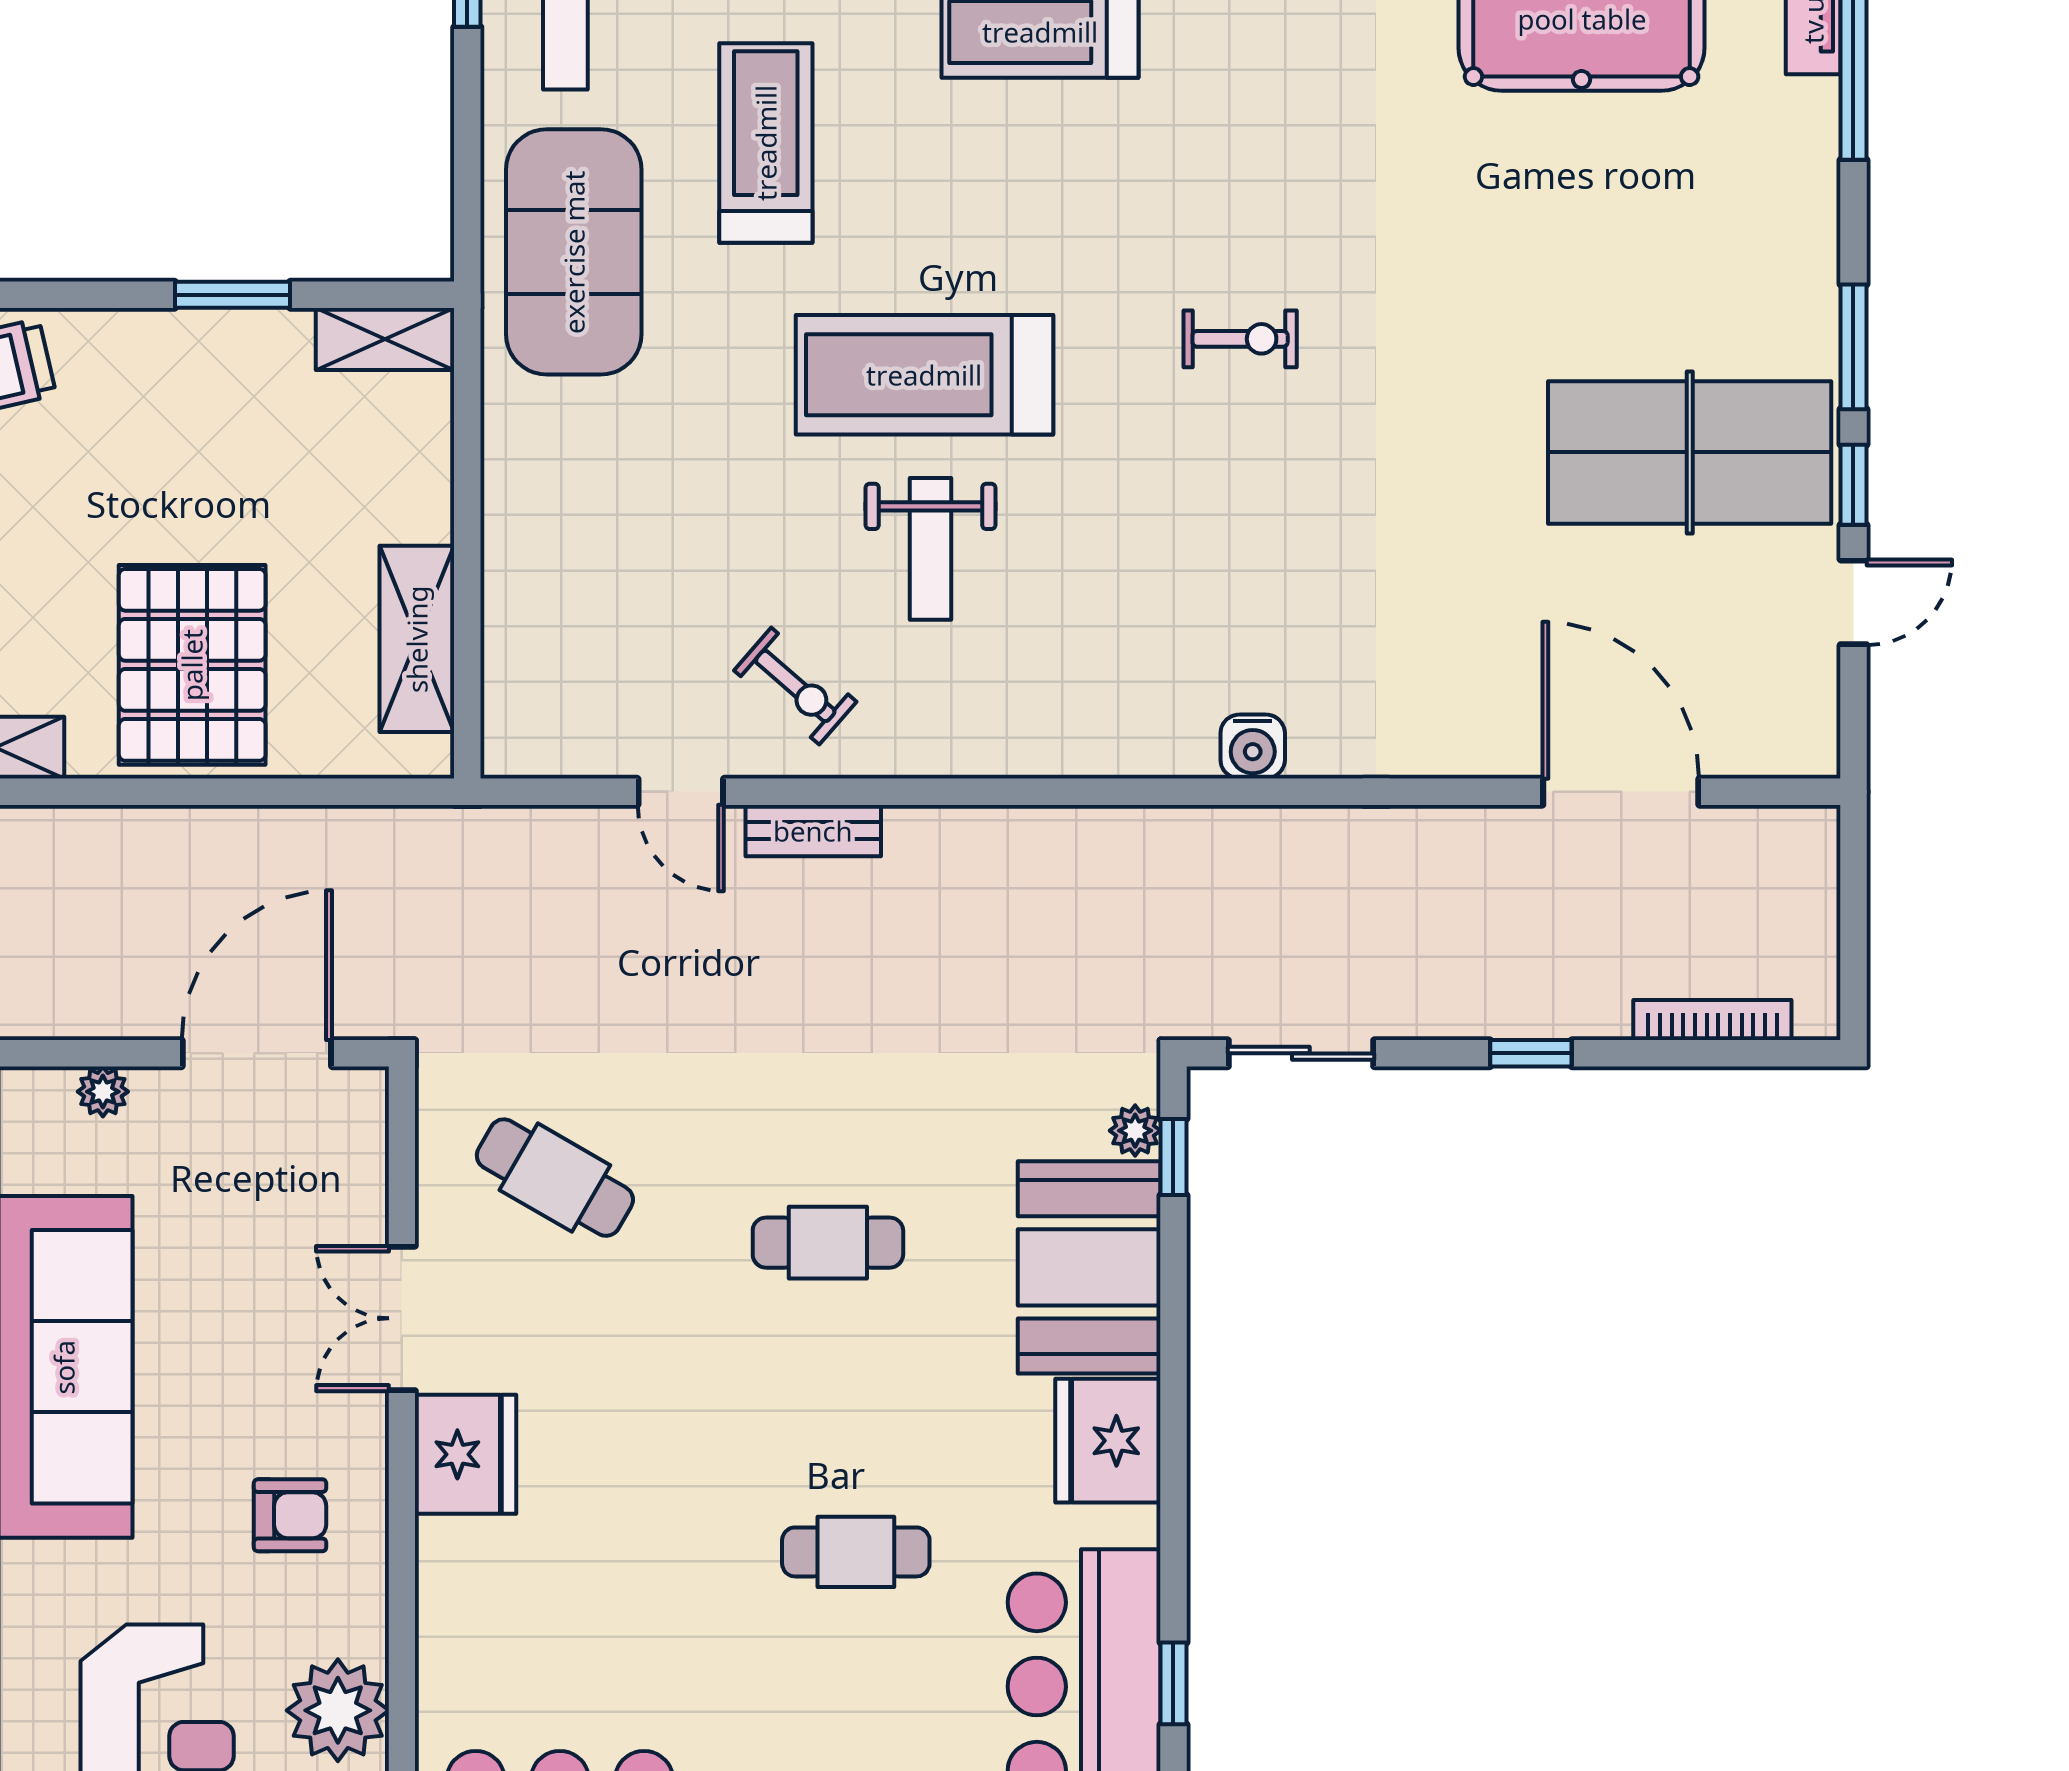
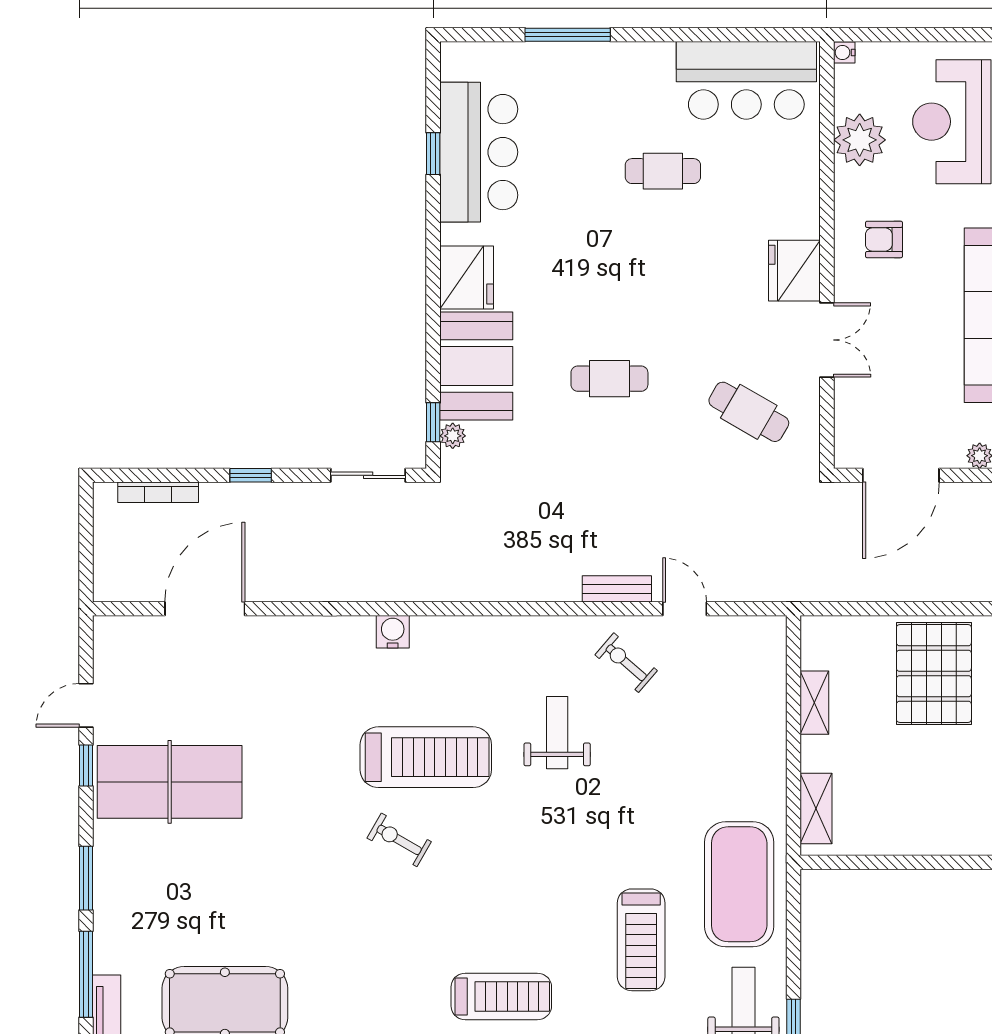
window: (232, 295) -> (913, 862), removed
shelving: (385, 339) -> (816, 809), moved, turned 90
exercise bike: (1240, 339) -> (399, 840), turned 30
window: (1853, 347) -> (86, 878), moved
treadmill: (924, 375) -> (426, 757), moved
shelving: (417, 639) -> (814, 703), width x0.67, depth x0.75
door: (1621, 792) -> (205, 609), swing flipped
cafe table: (856, 1552) -> (663, 171), moved

